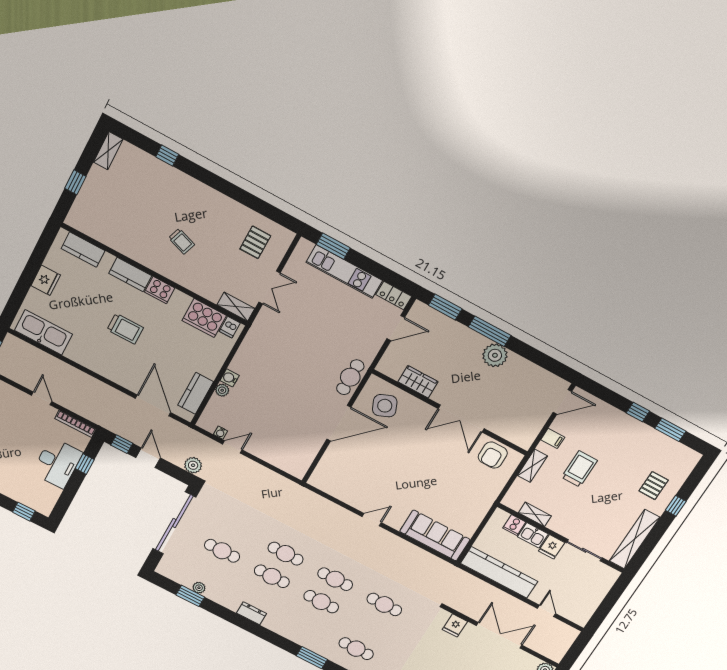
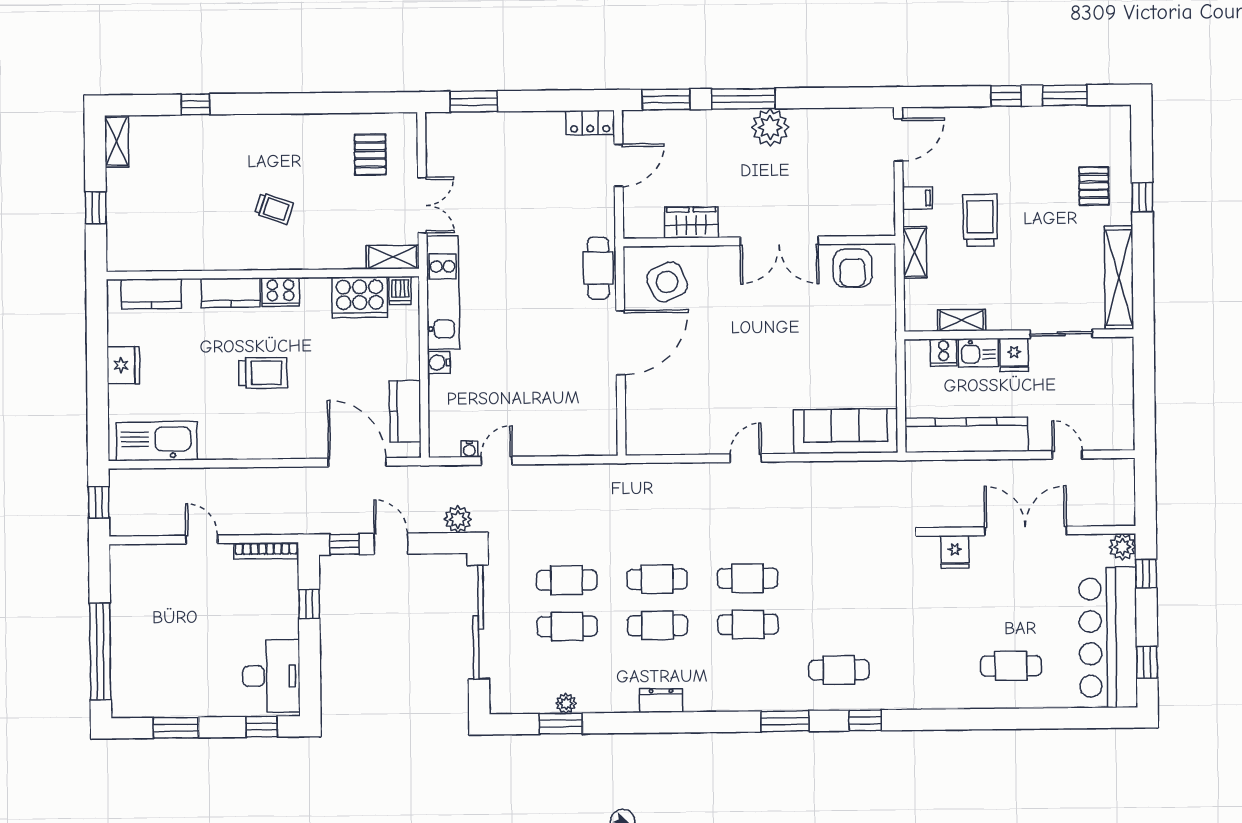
kitchen unit: (344, 271) -> (443, 293), moved, turned -90
plant: (222, 390) -> (438, 386), removed
desk: (57, 463) -> (271, 676), moved
cafe table: (384, 604) -> (567, 580), moved

